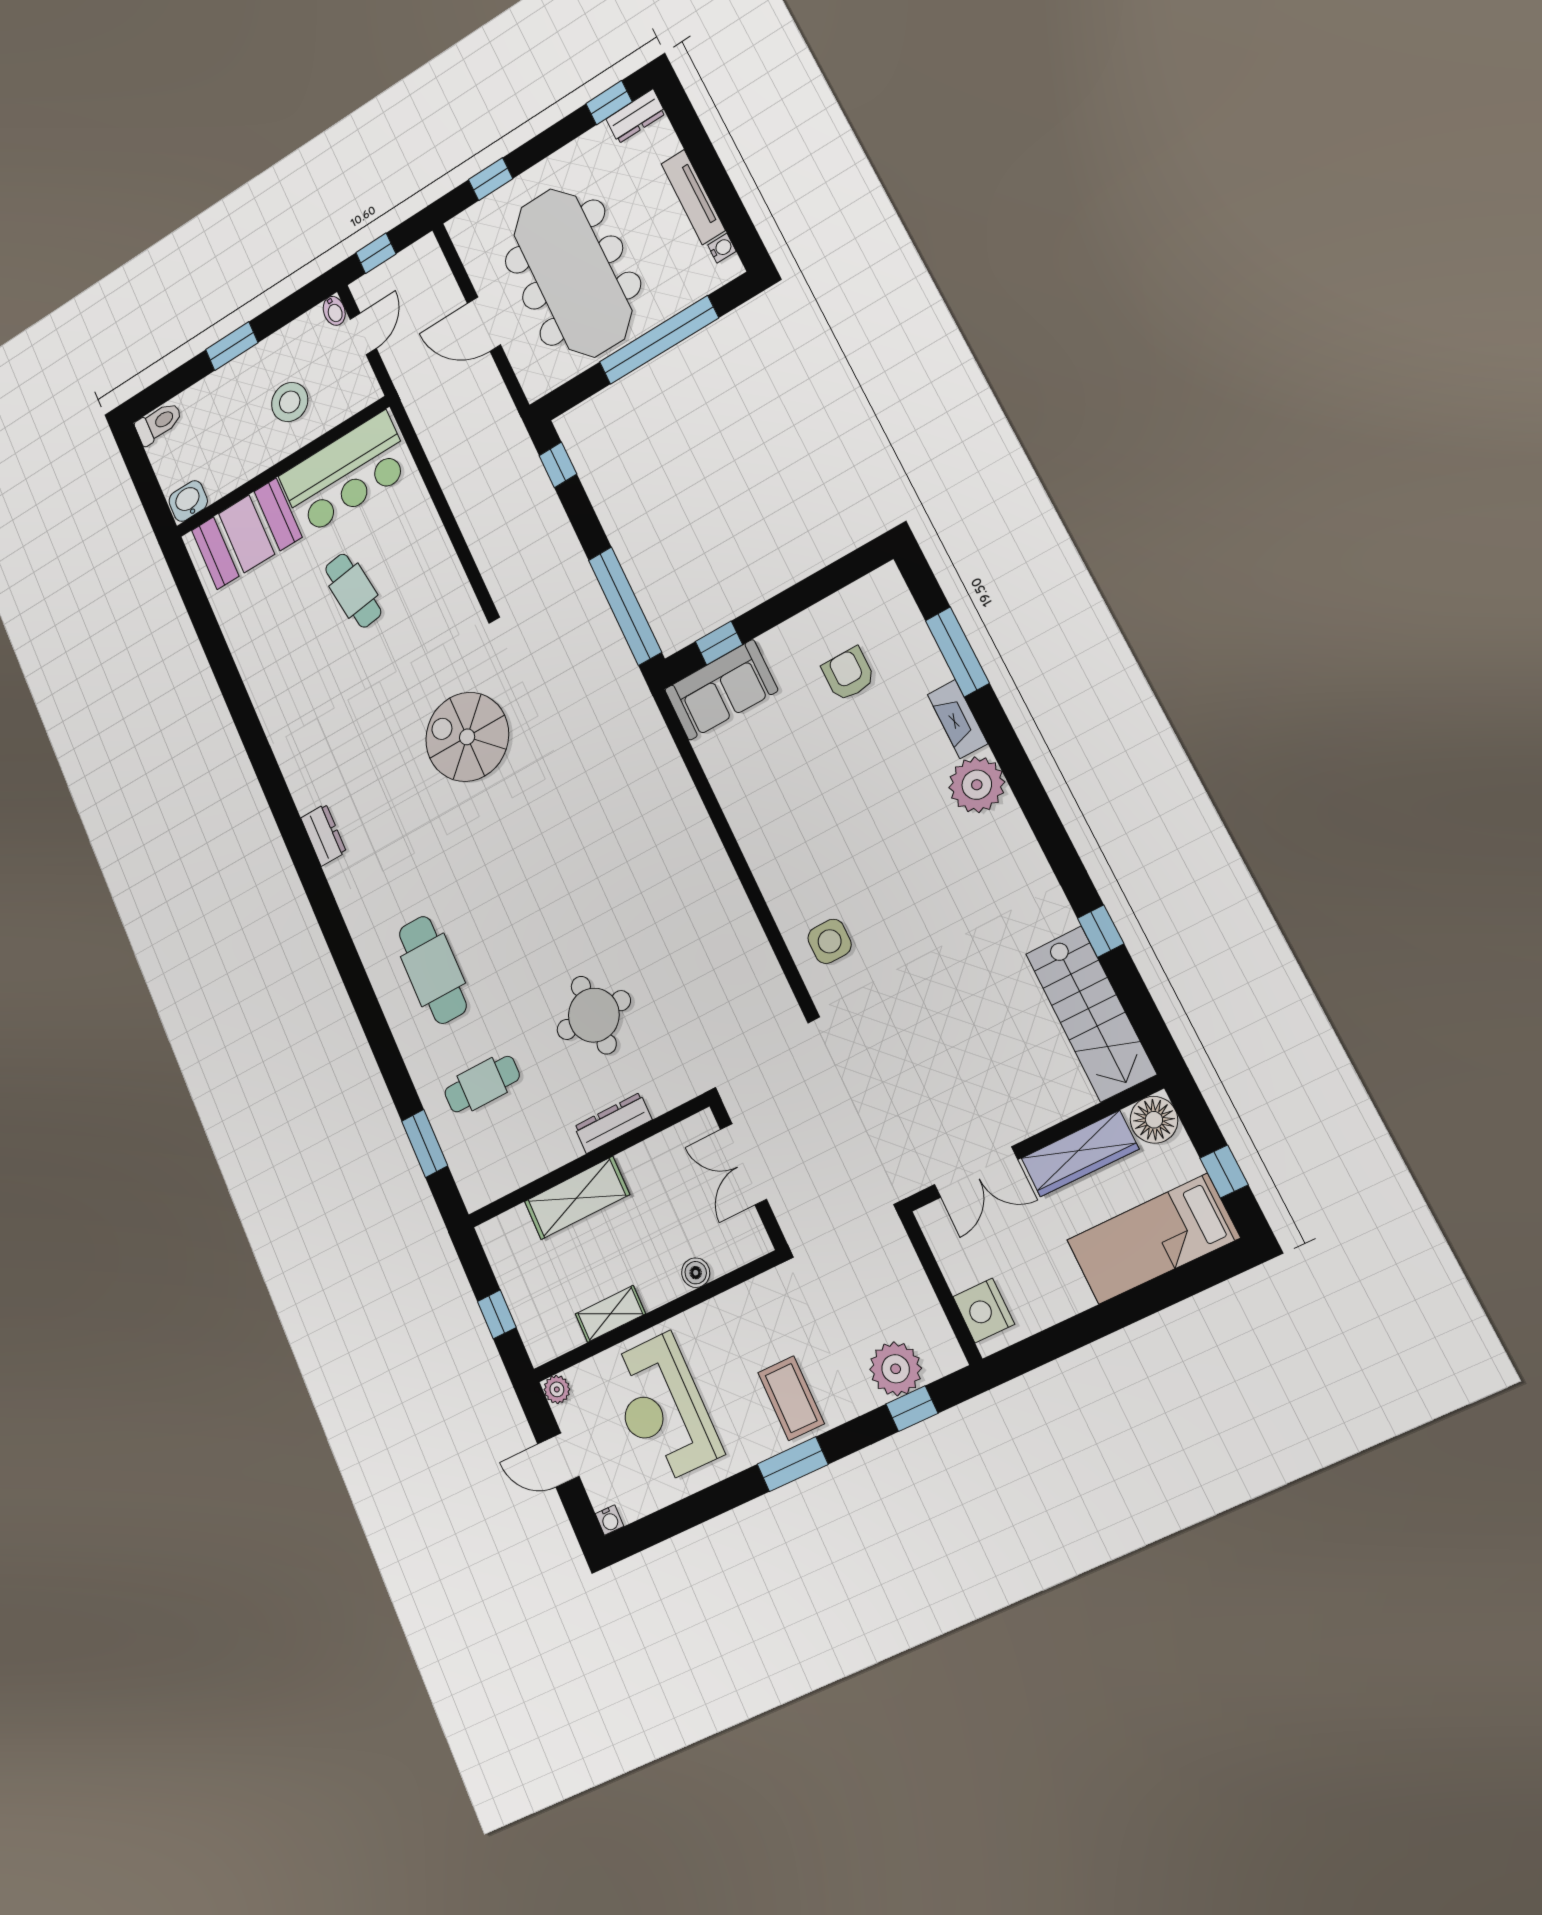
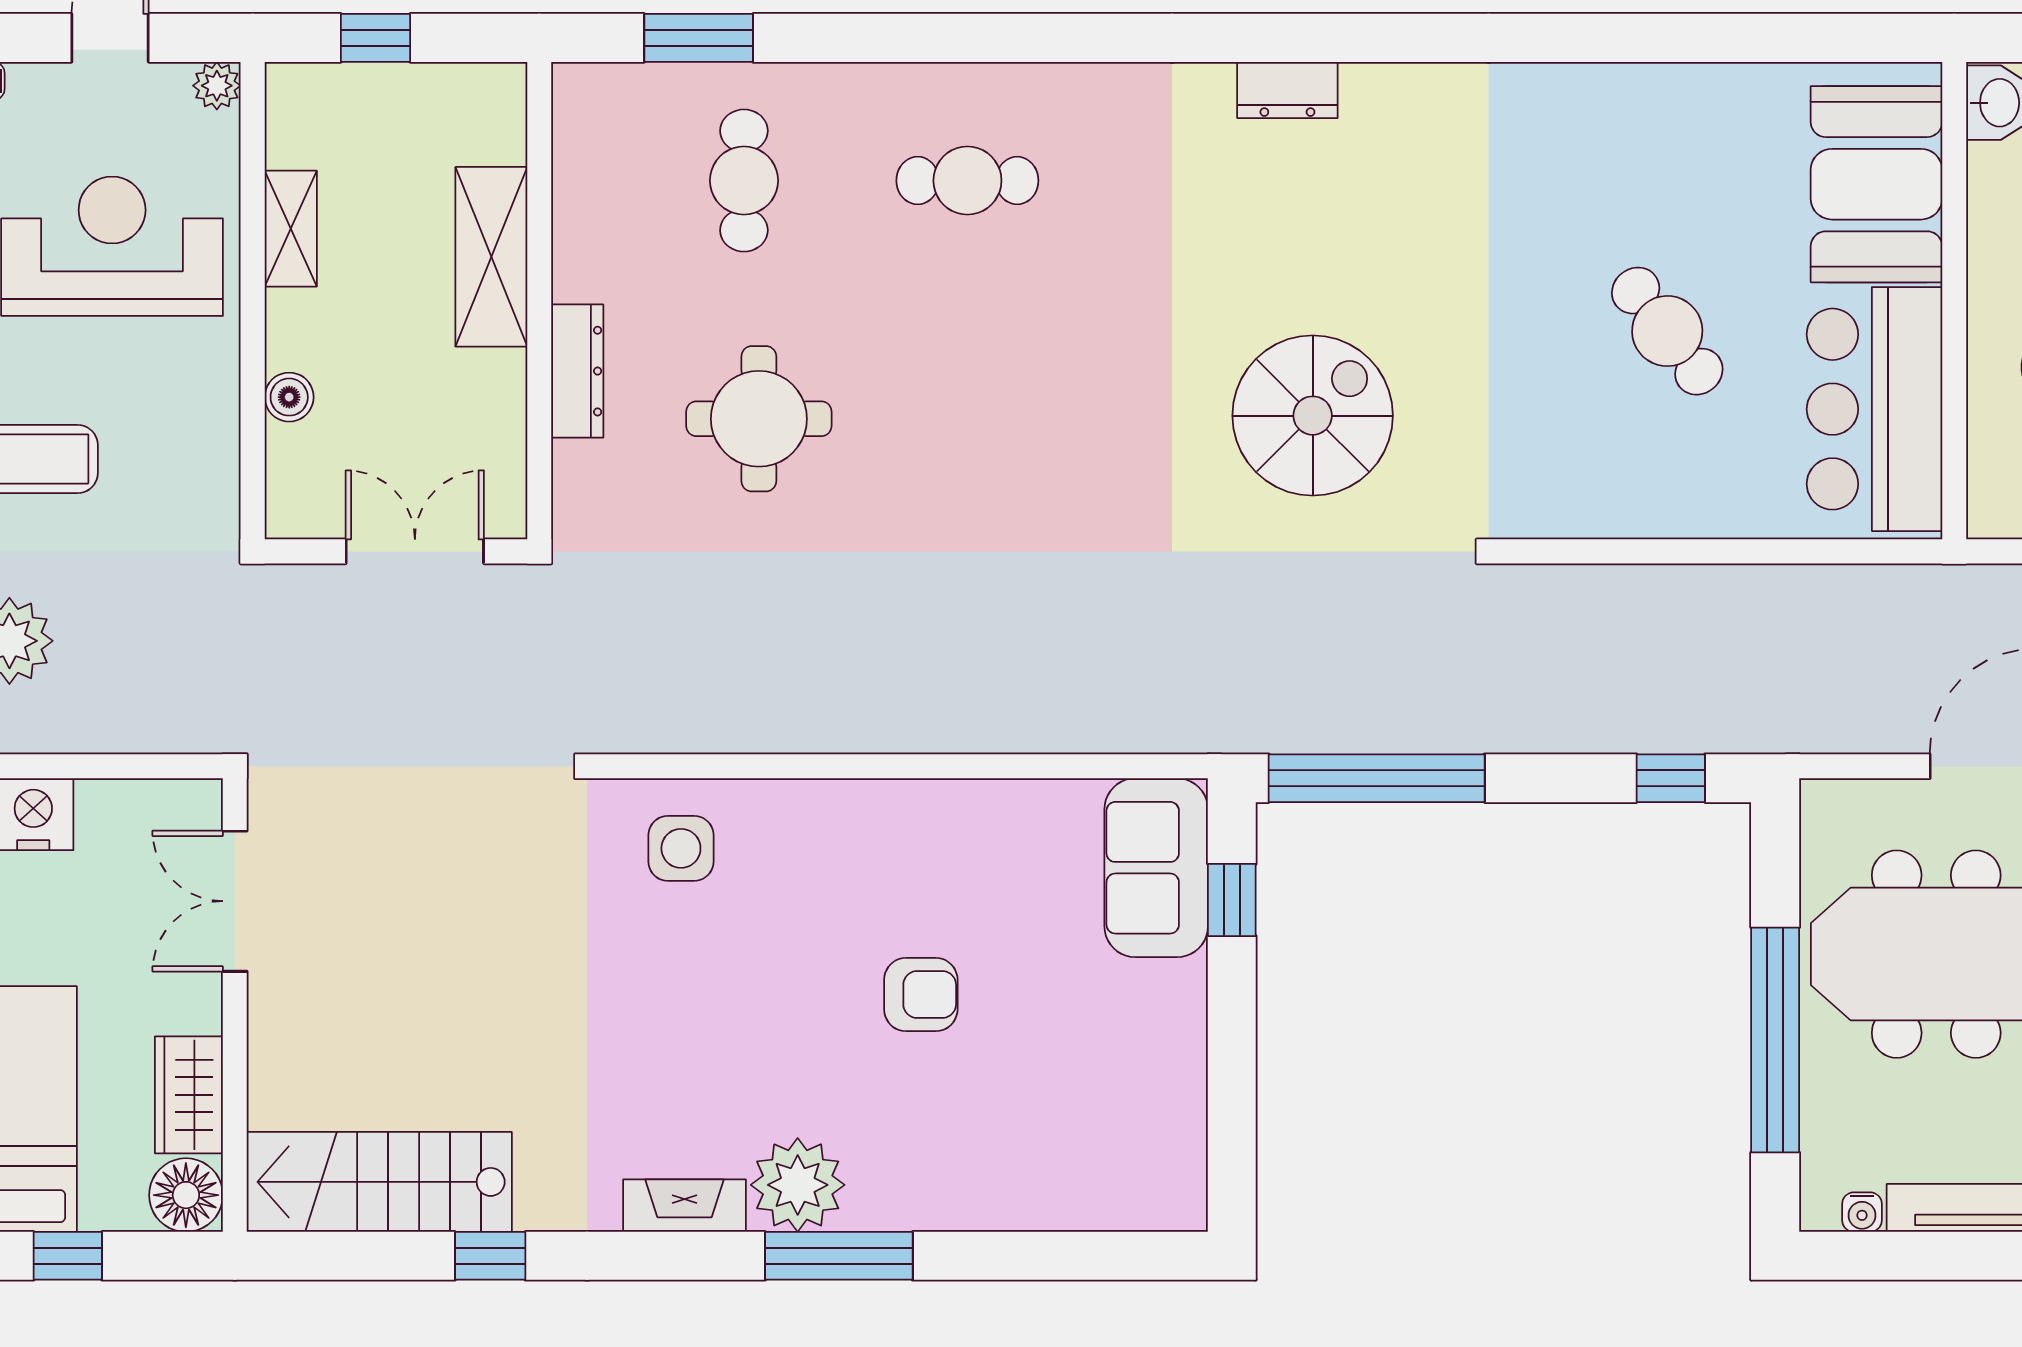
cafe table: (353, 591) -> (1667, 331), turned 60
window: (957, 652) -> (839, 1256), moved
armchair: (848, 674) -> (921, 995), moved
fireplace: (958, 719) -> (684, 1206), moved
cafe table: (433, 970) -> (967, 181), width x0.73, depth x0.74
wardrobe: (1080, 1154) -> (189, 1095), width x0.67

